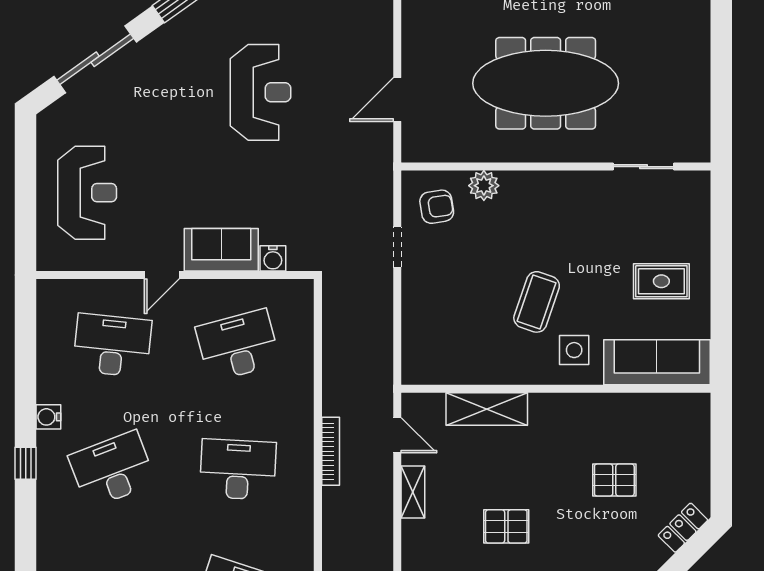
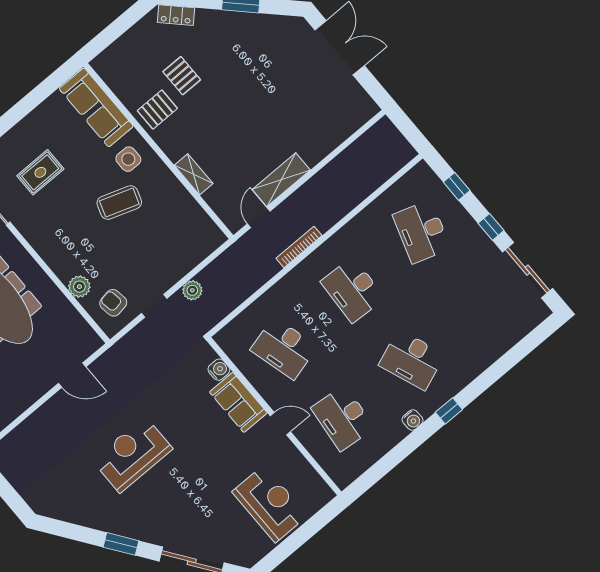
reception desk: (87, 193) -> (270, 504), turned 90
rug: (661, 281) -> (40, 172), moved, turned 90
plant: (380, 301) -> (192, 290), added
shelving: (487, 409) -> (194, 174), width x0.67, depth x0.75
shelving: (413, 492) -> (281, 180), width x1.50, depth x1.33
pallet: (506, 526) -> (157, 110), moved, turned 90

